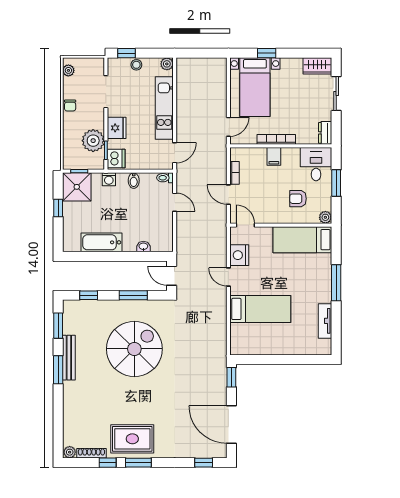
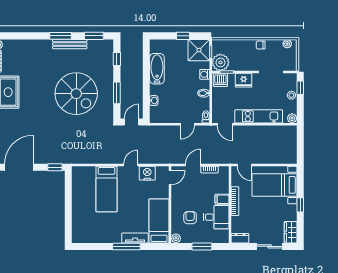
window: (267, 53) -> (300, 205), moved
plant: (93, 141) -> (220, 62), moved
desk: (316, 164) -> (216, 217), moved
tv unit: (325, 321) -> (135, 238), moved

